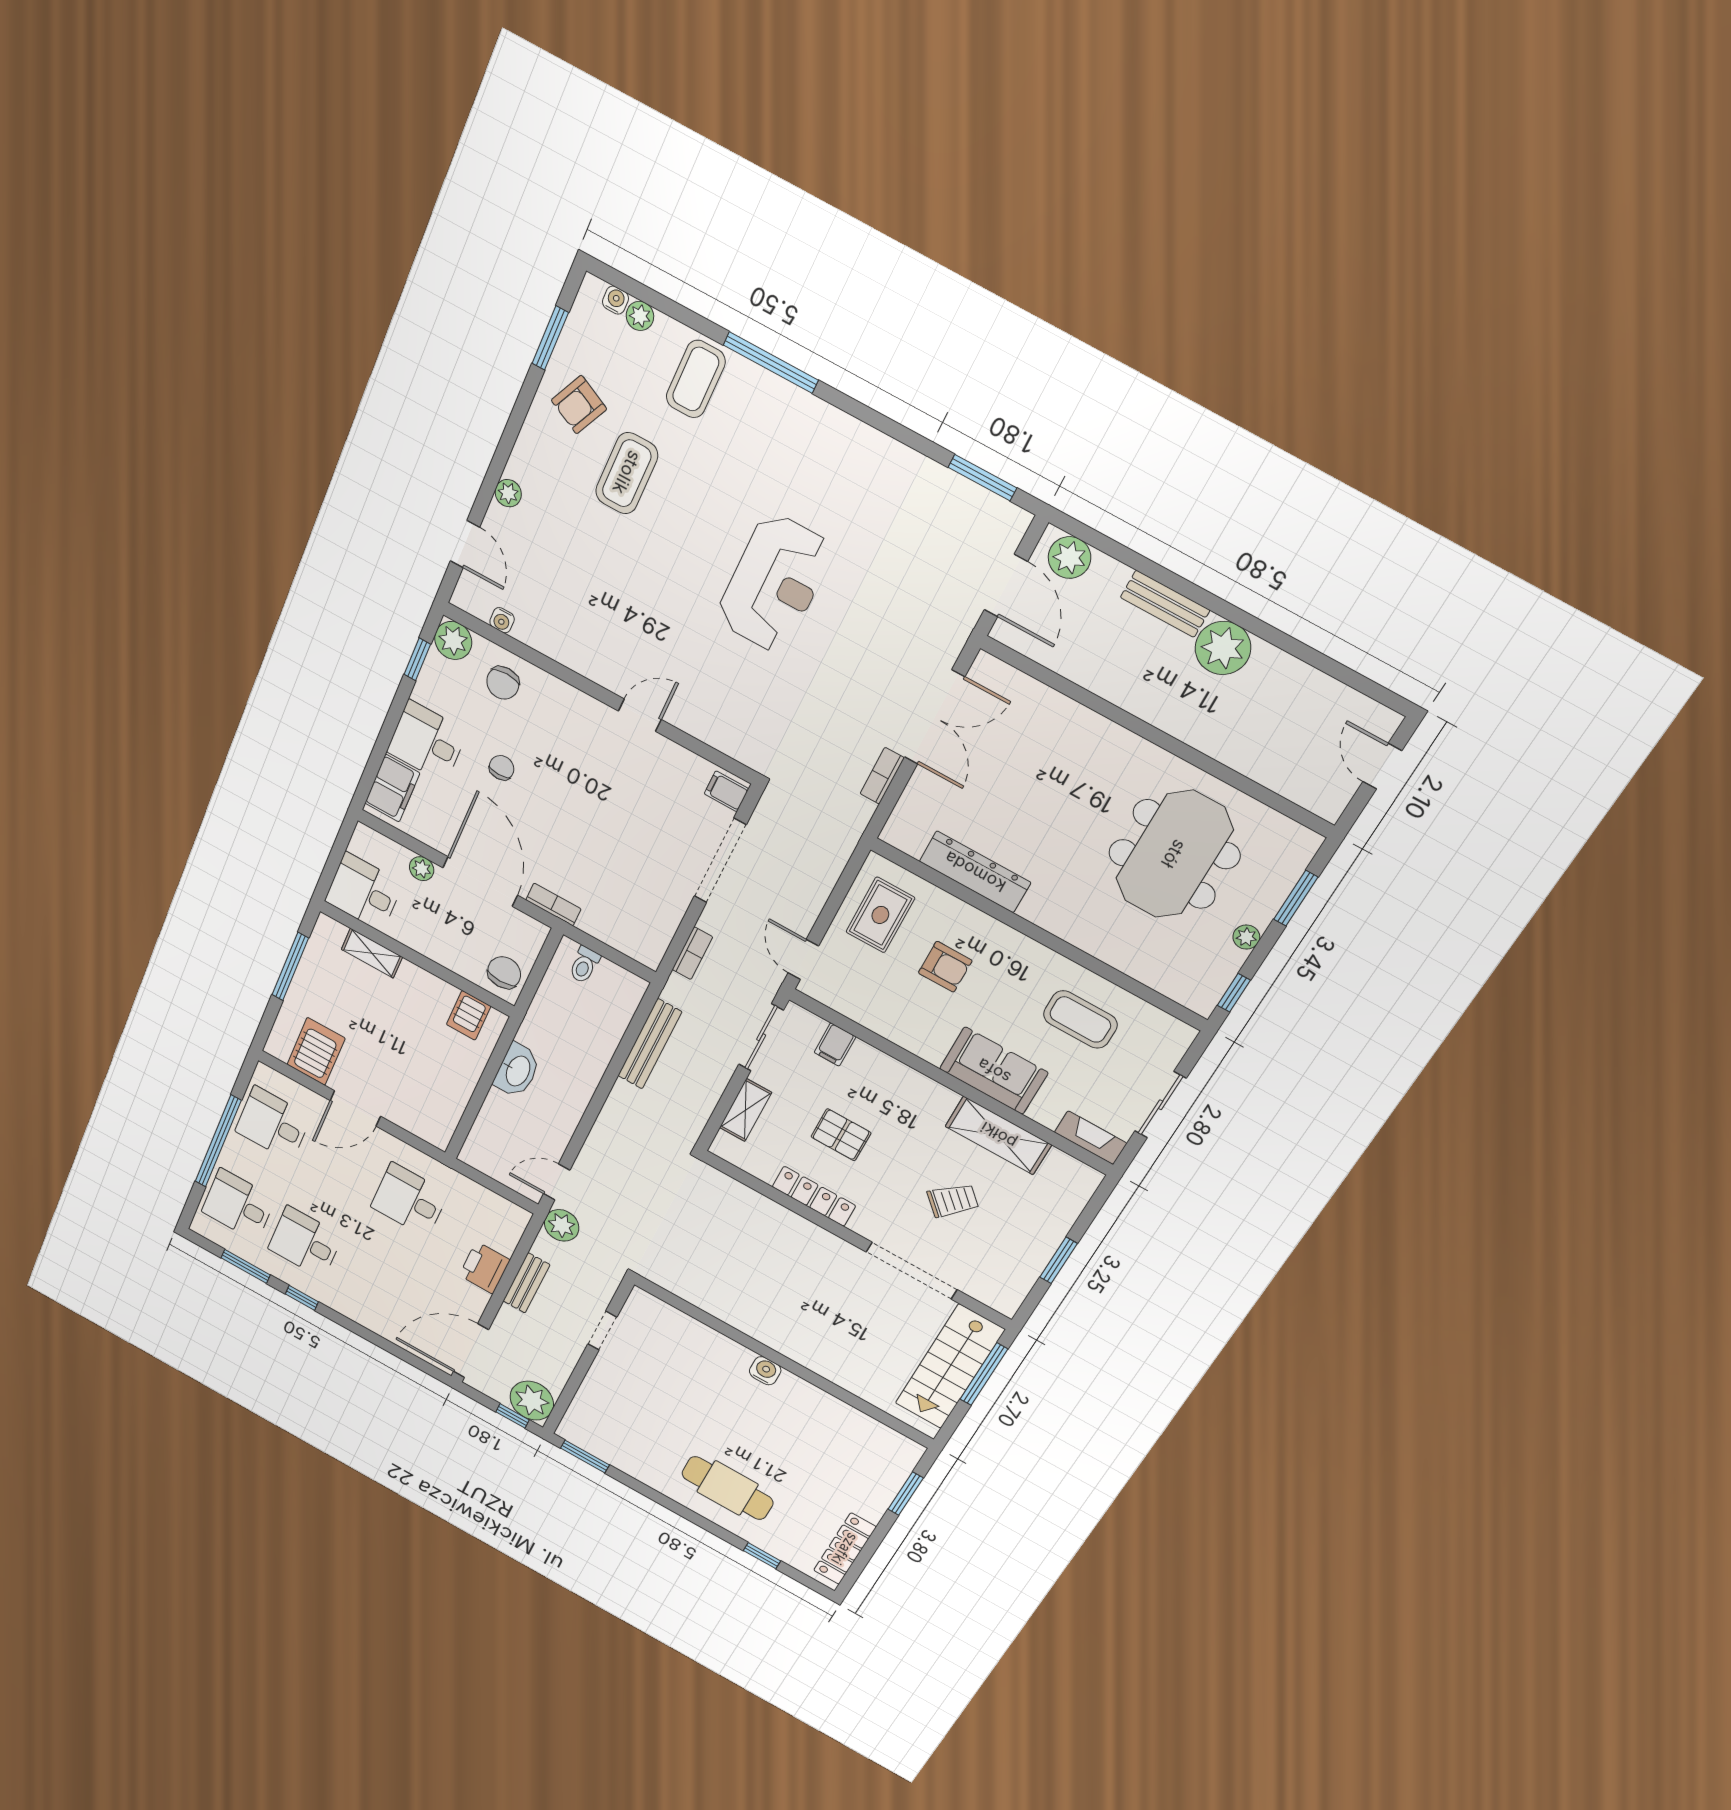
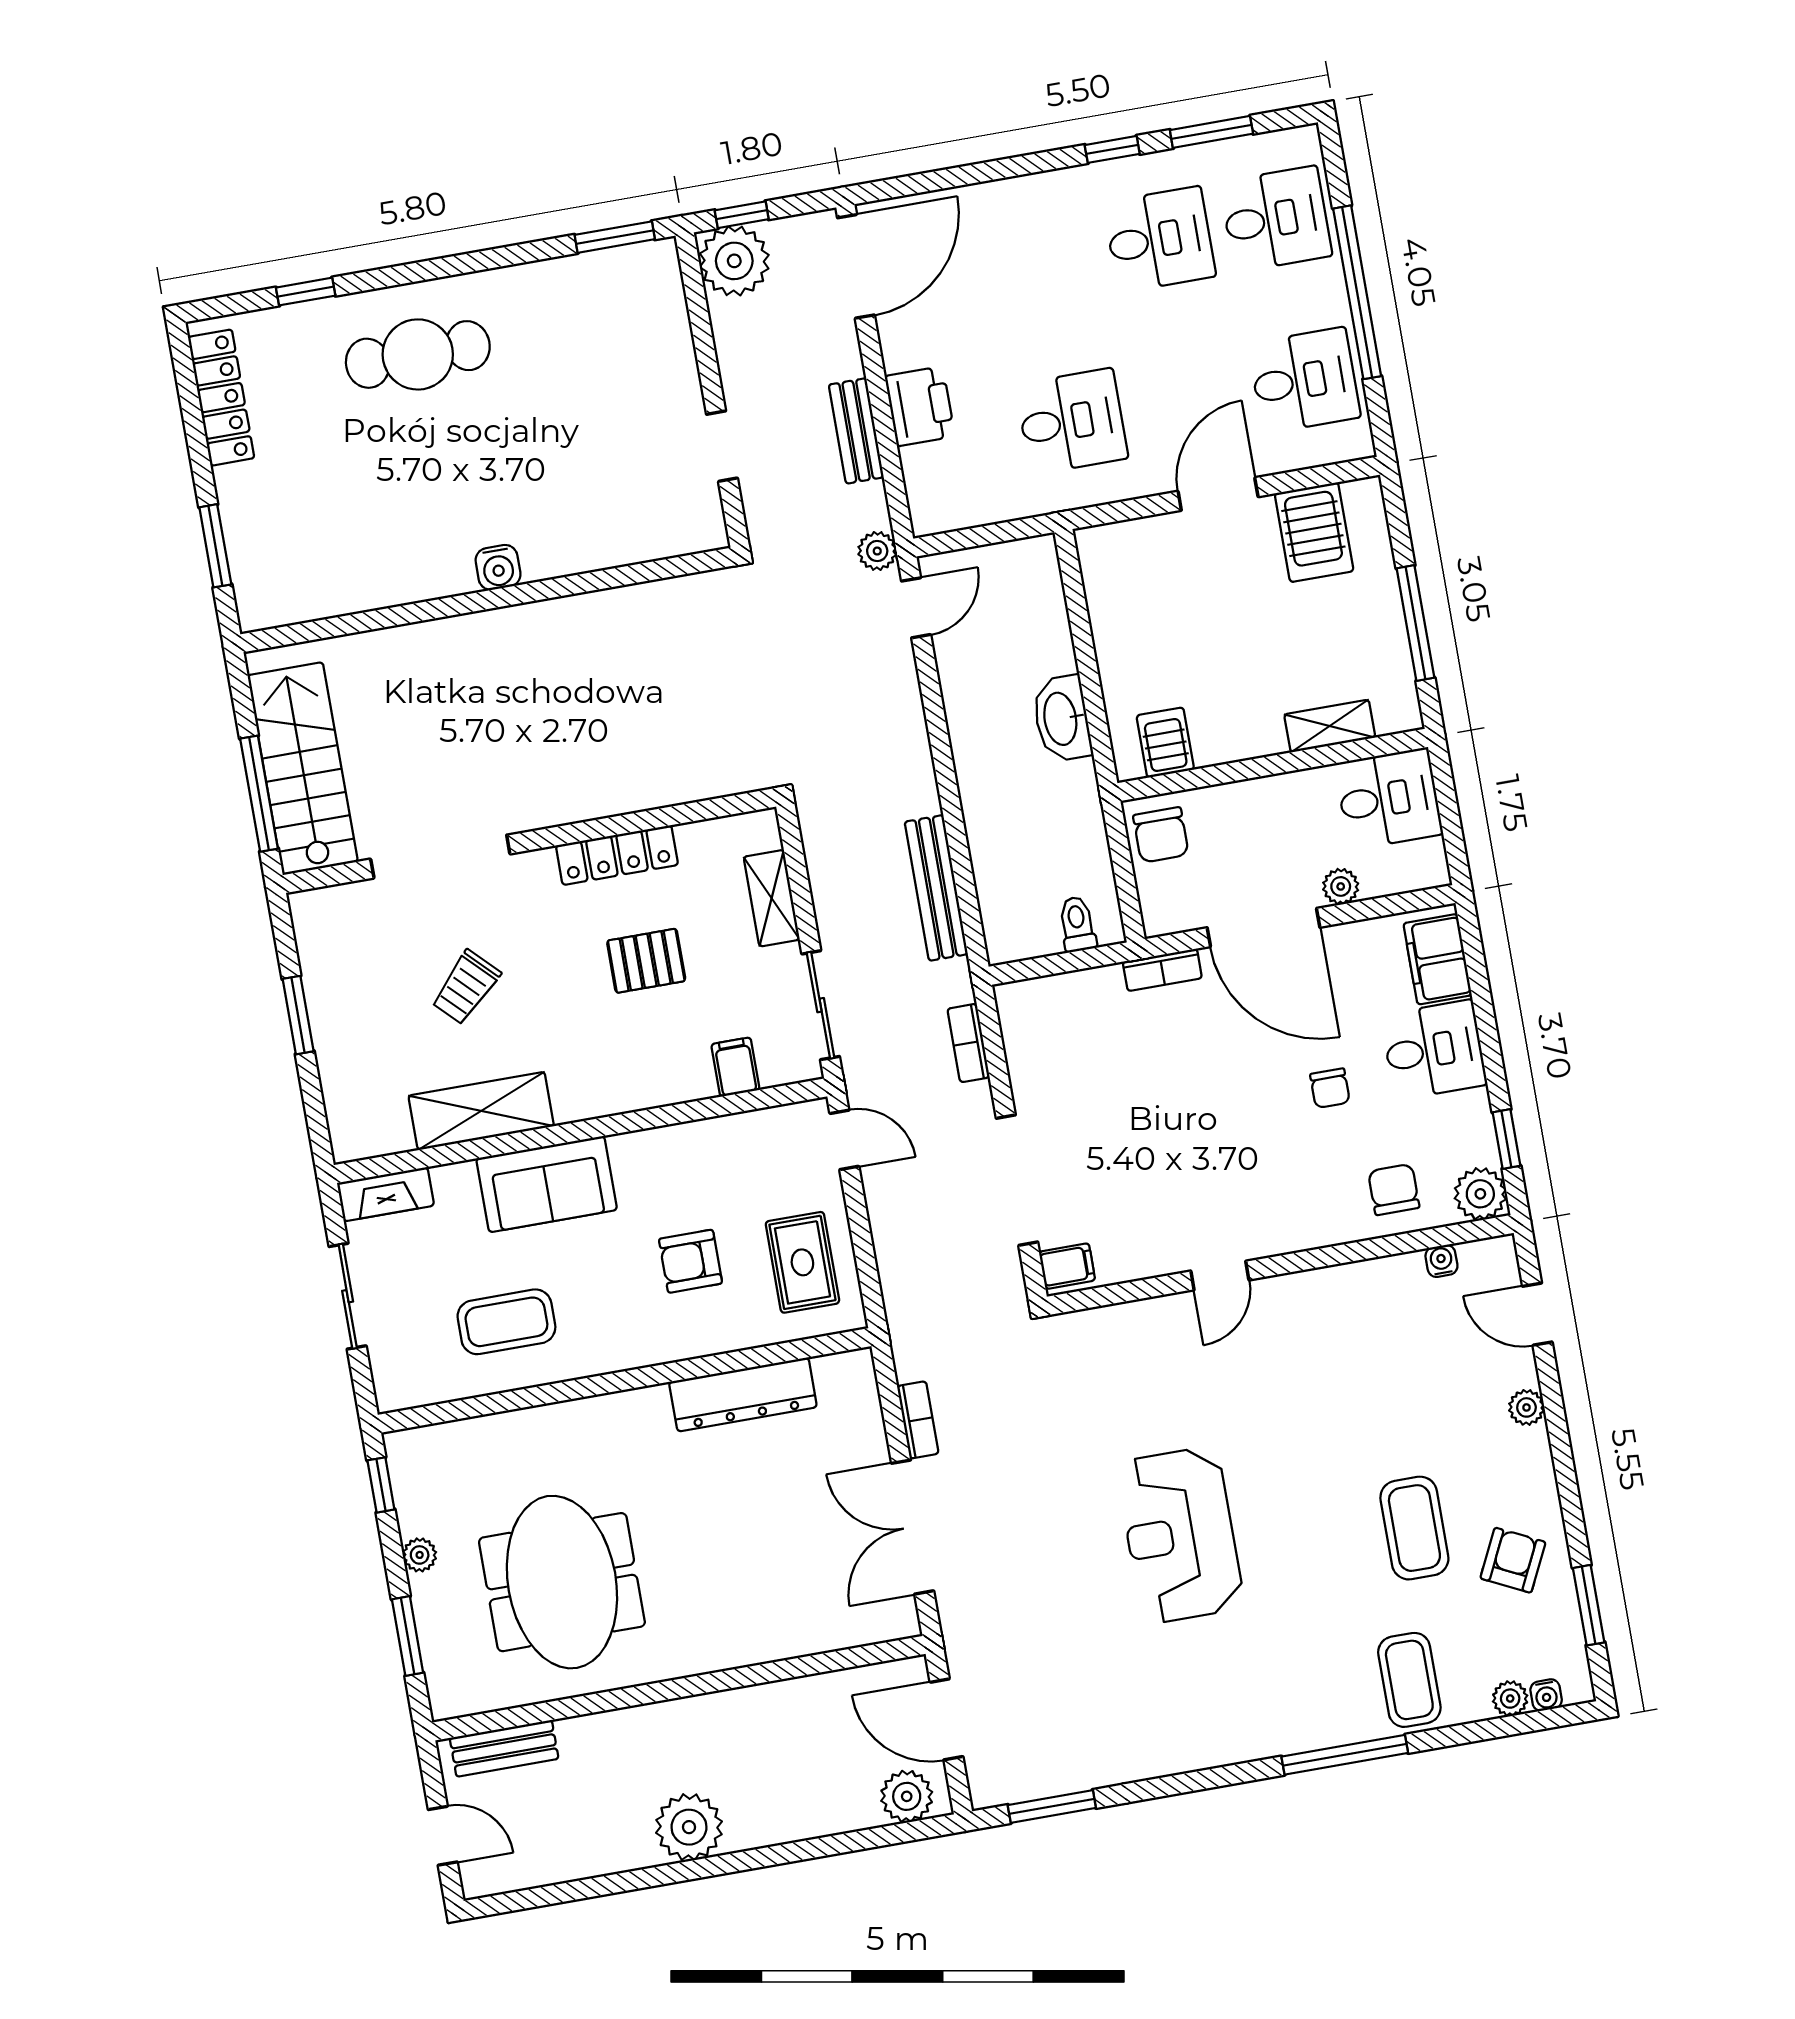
bench: (1165, 604) -> (504, 1748), moved
plant: (562, 1225) -> (877, 551), width x0.73, depth x0.73

